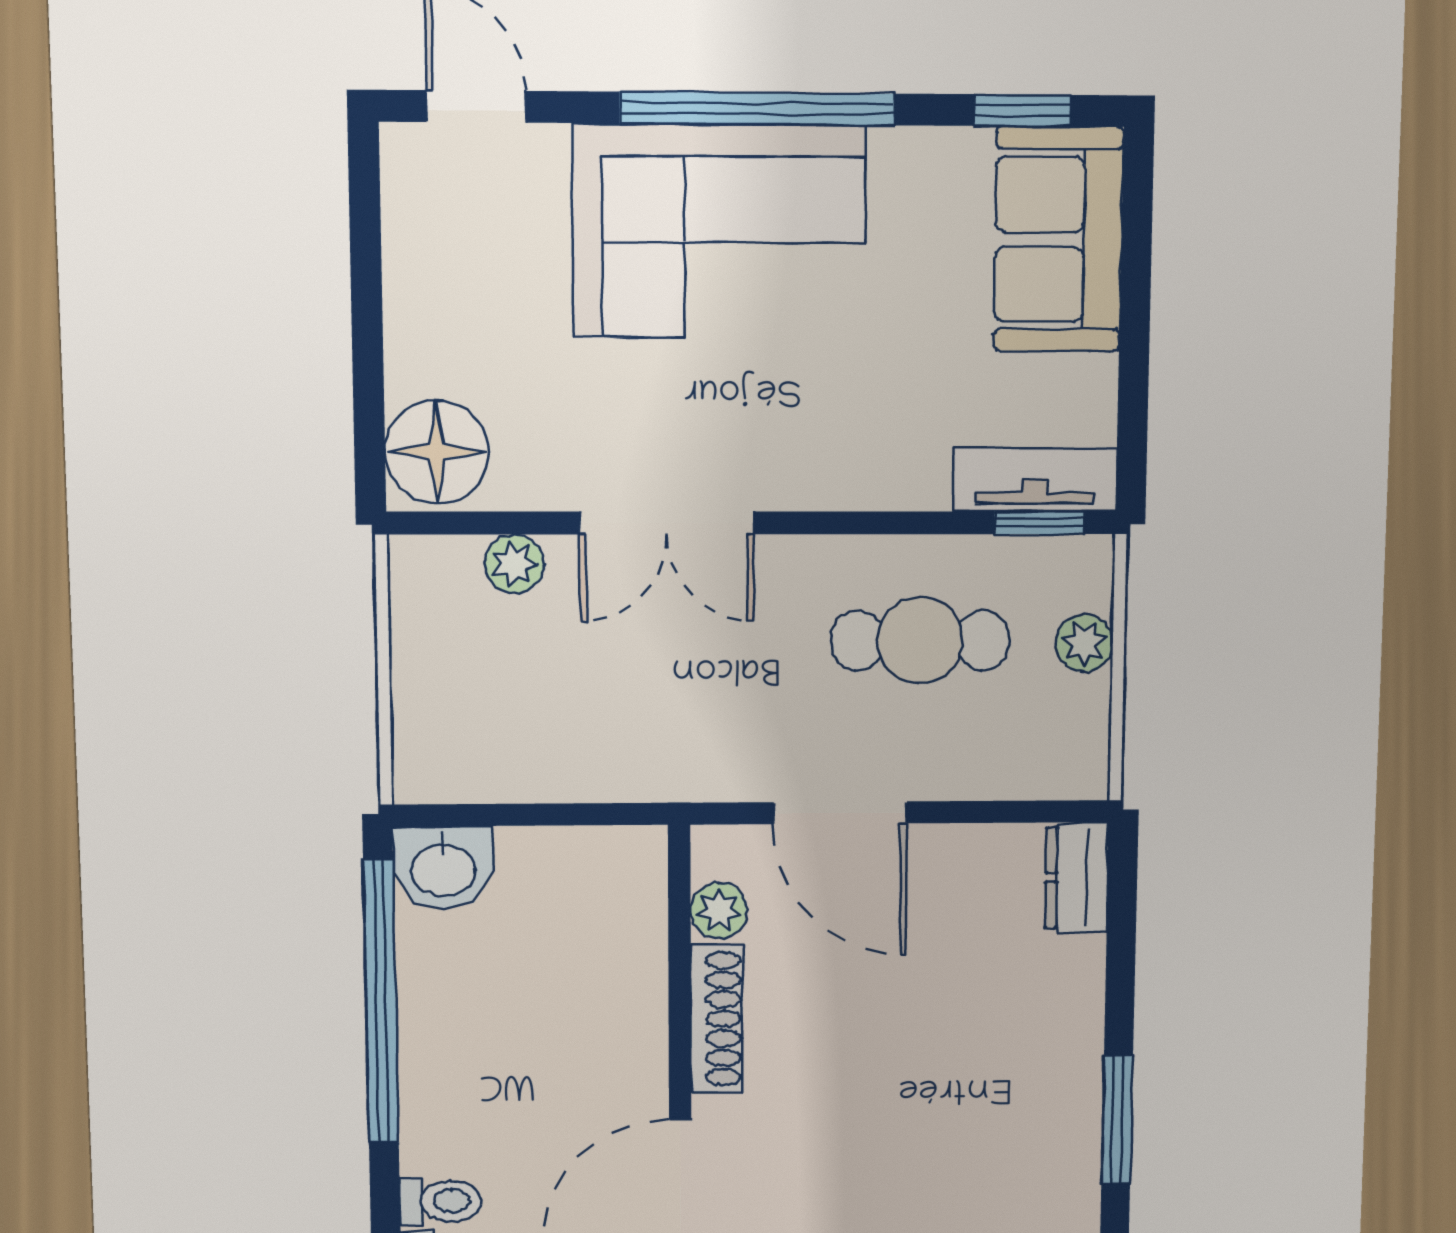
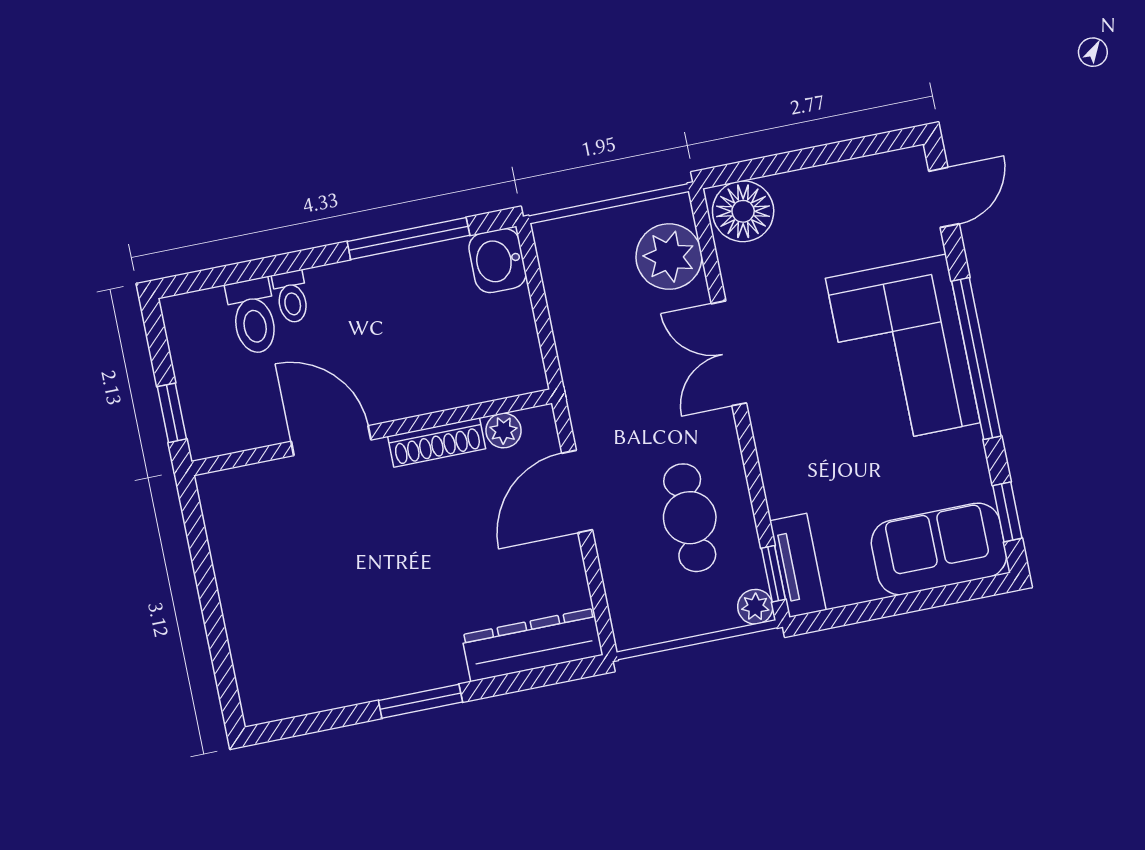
plant: (514, 564) -> (669, 257), width x1.88, depth x1.88
plant: (1084, 643) -> (755, 607), moved
dresser: (1077, 878) -> (532, 645), width x1.96, depth x1.24
window: (381, 1002) -> (408, 238), width x0.68

